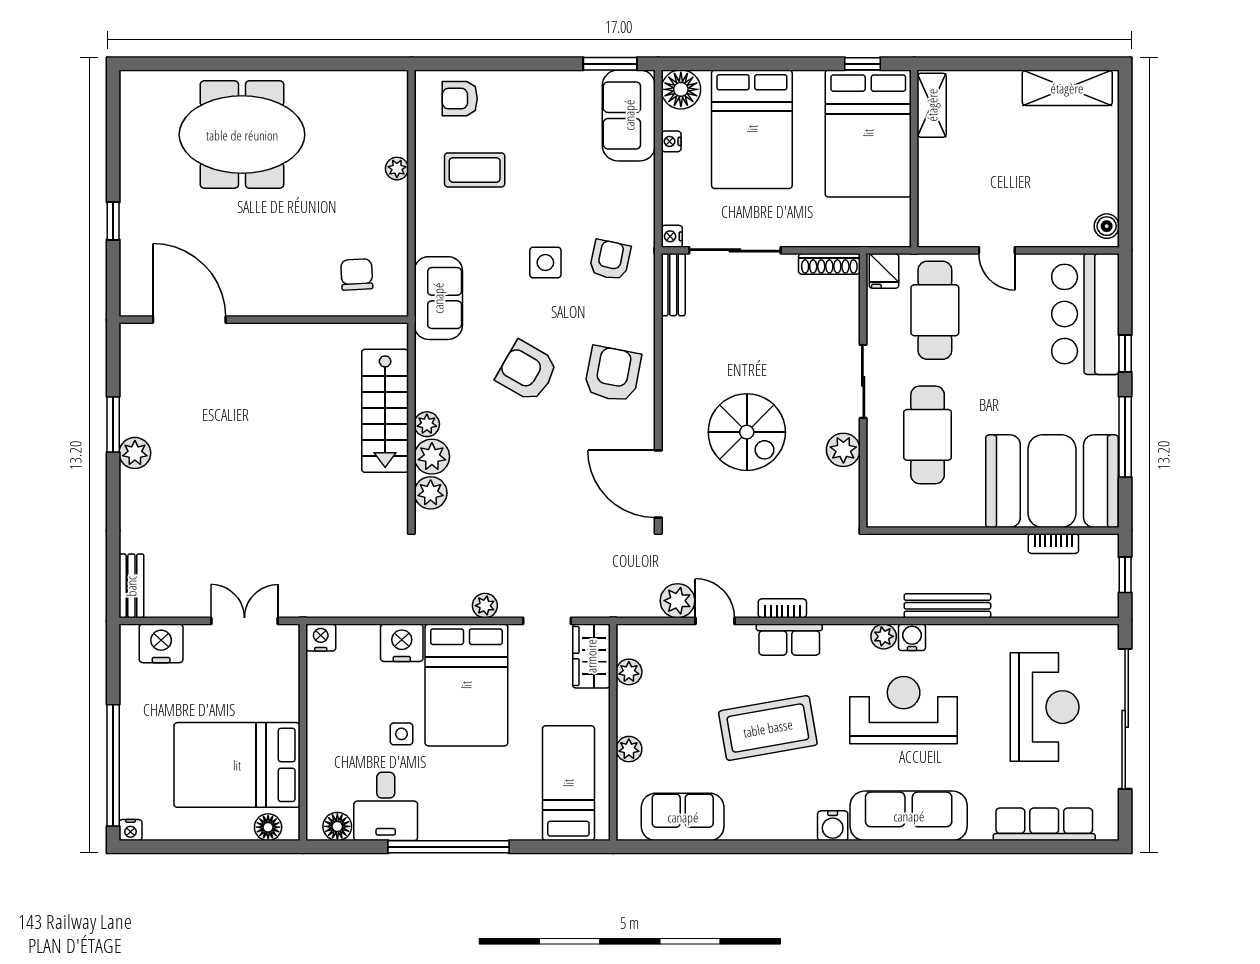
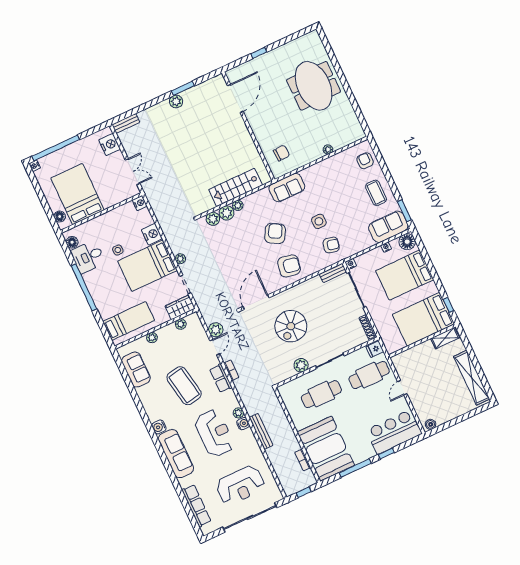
shelving: (1067, 88) -> (472, 378), width x1.47
coffee table: (475, 170) -> (376, 193), moved

